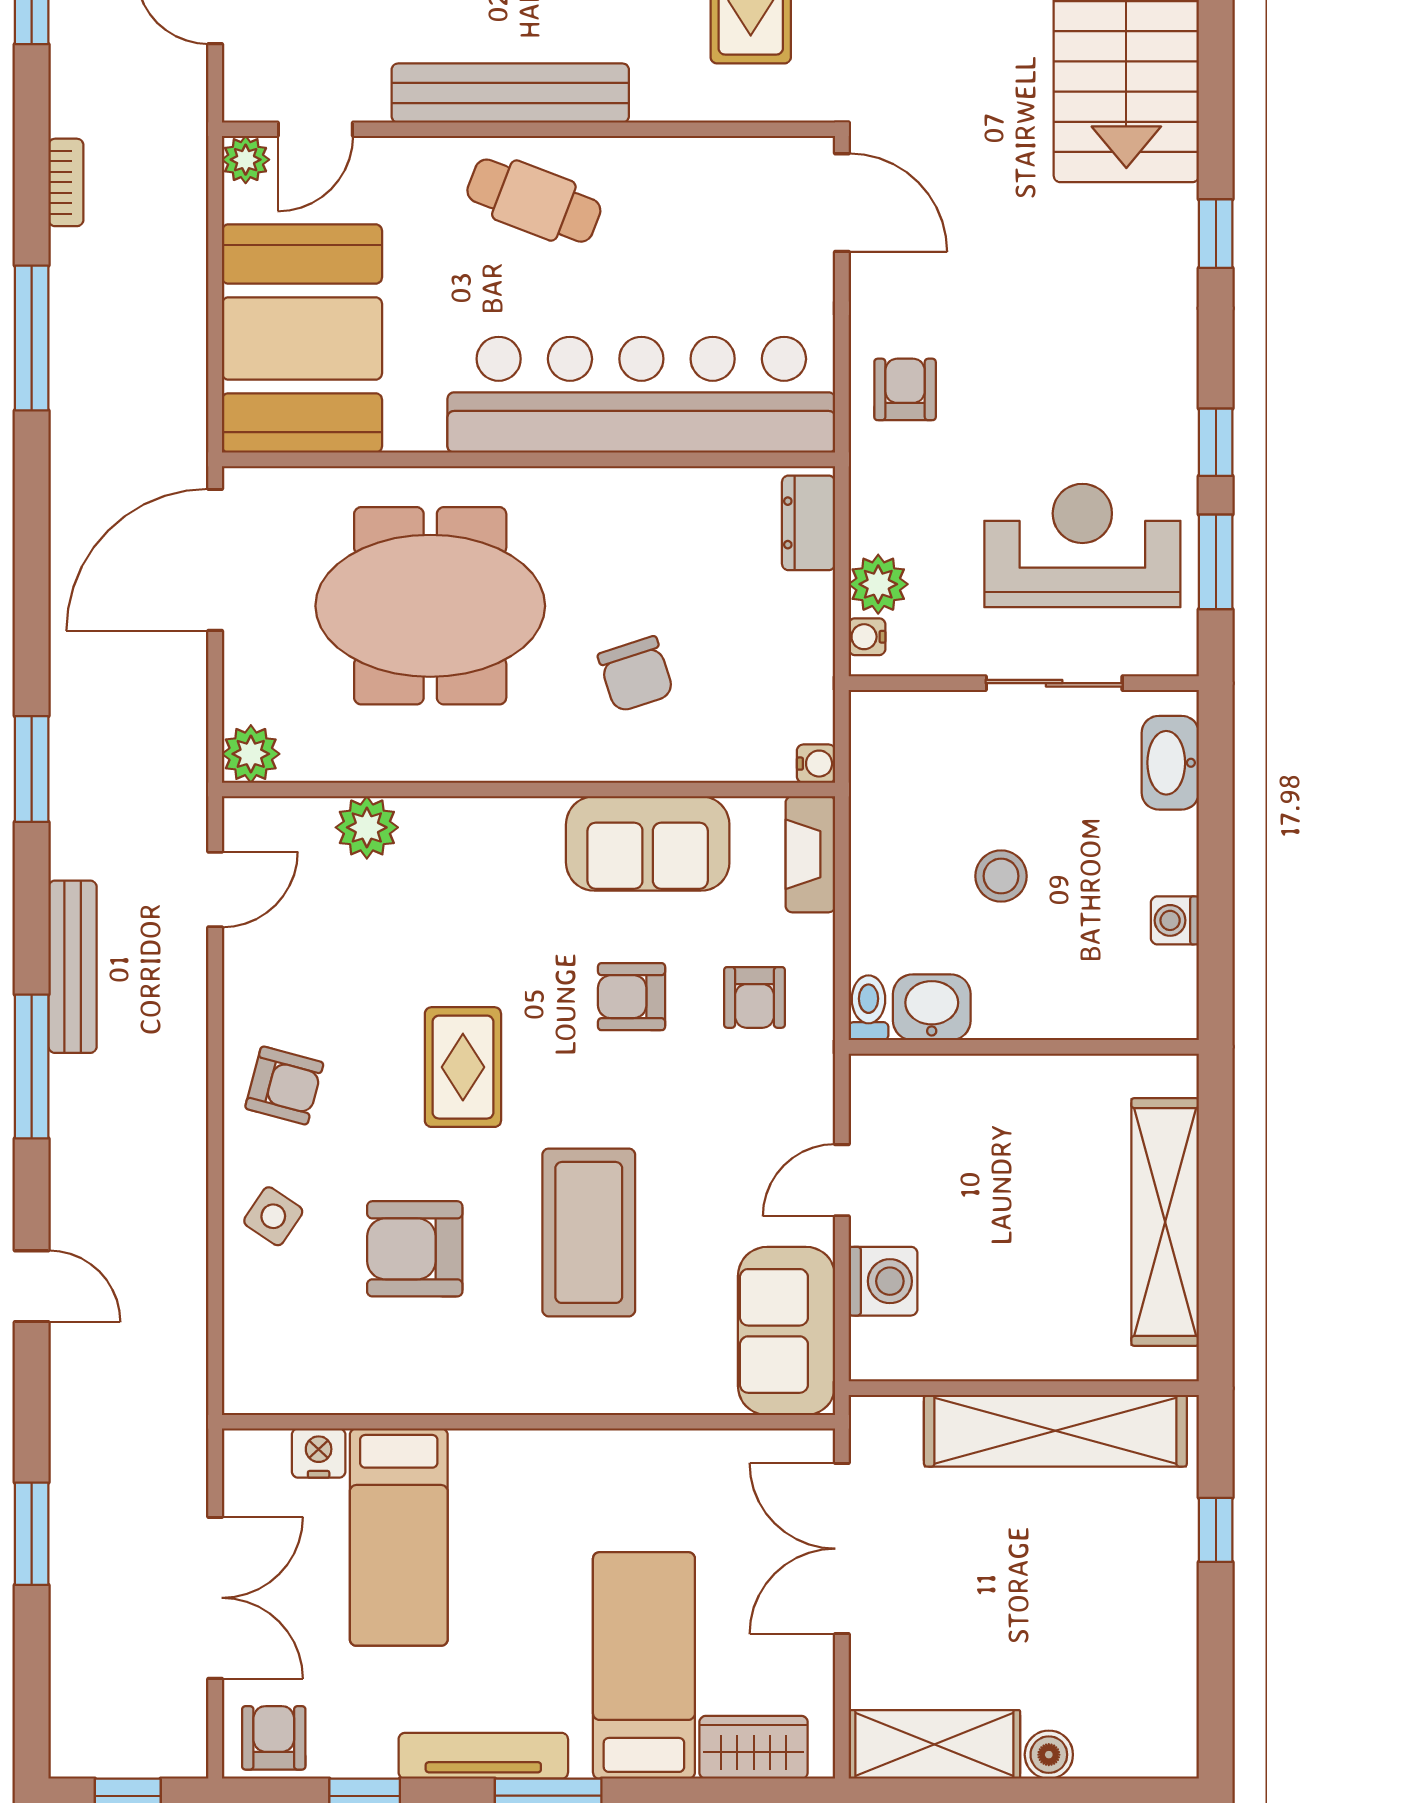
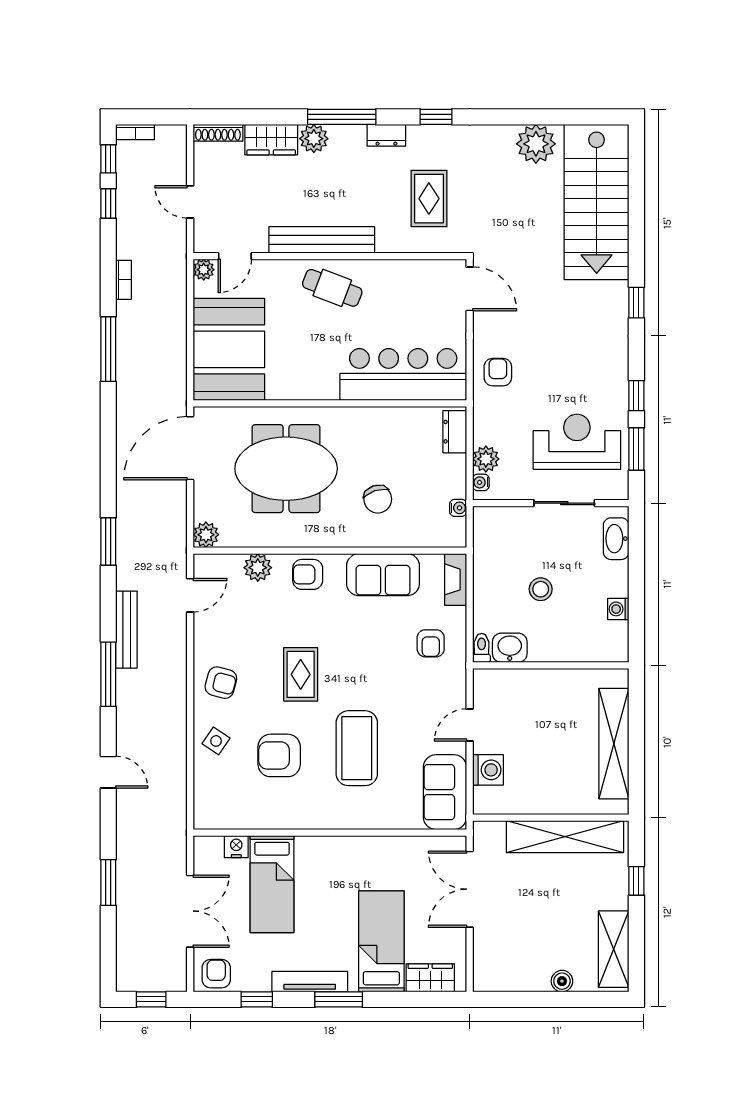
bar counter: (641, 395) -> (403, 374), width x0.73
water cooler: (816, 764) -> (458, 508), moved
armchair: (632, 997) -> (308, 574), moved
shelving: (934, 1744) -> (614, 949), moved, turned 90

